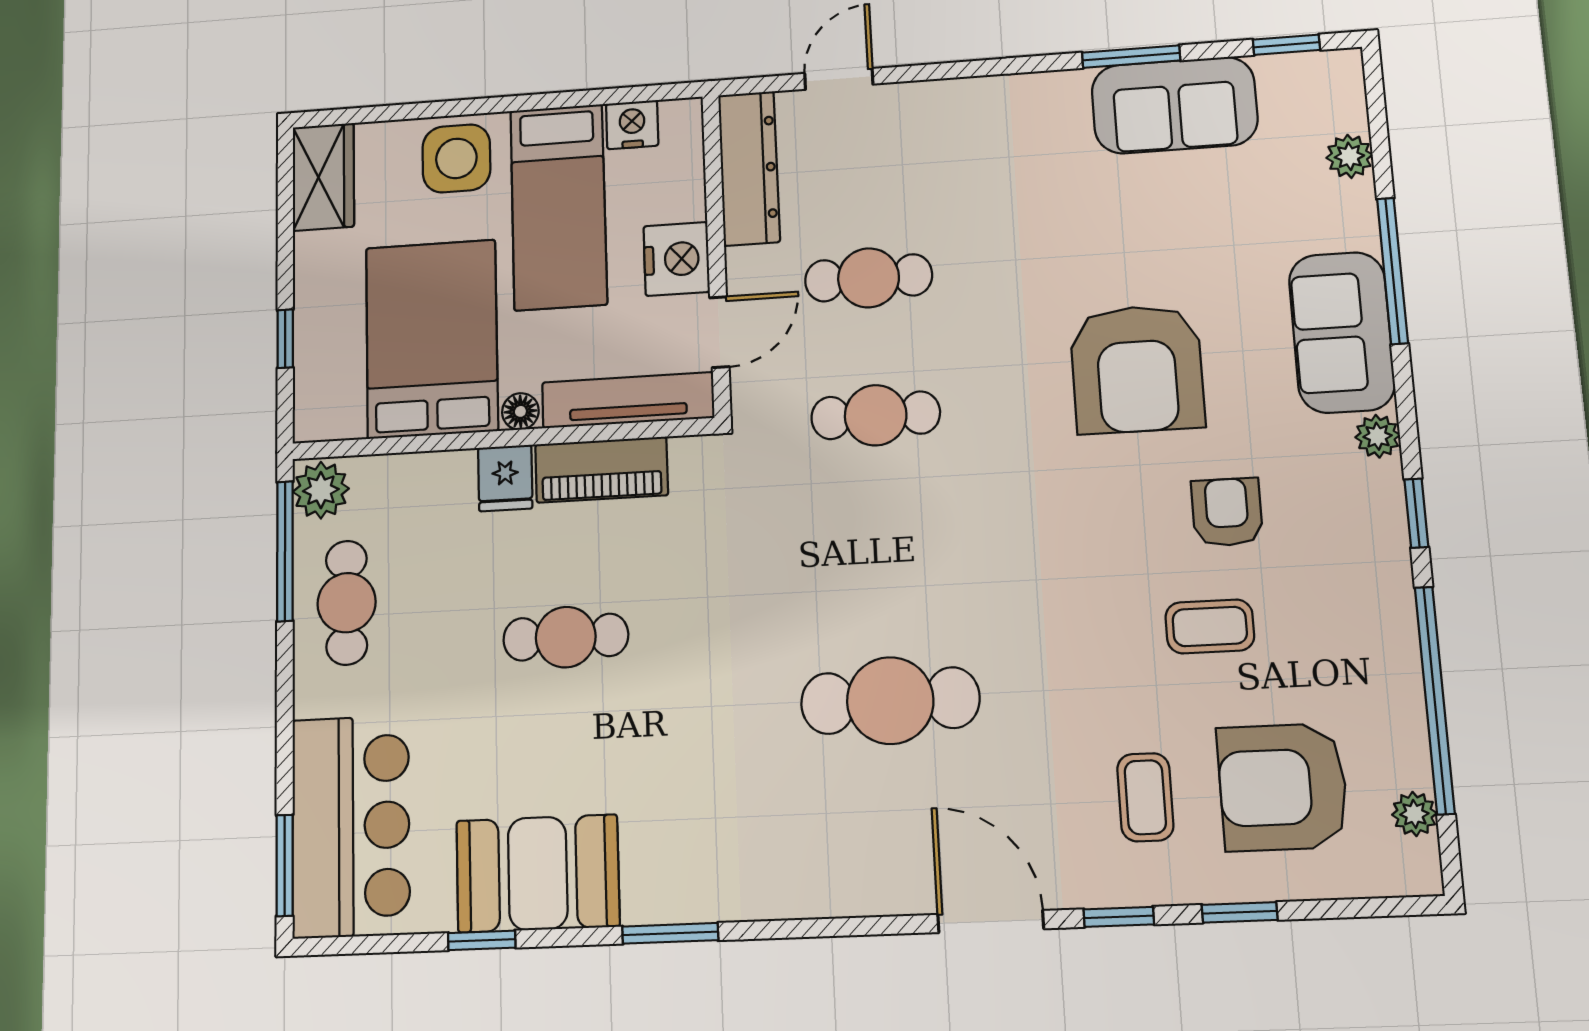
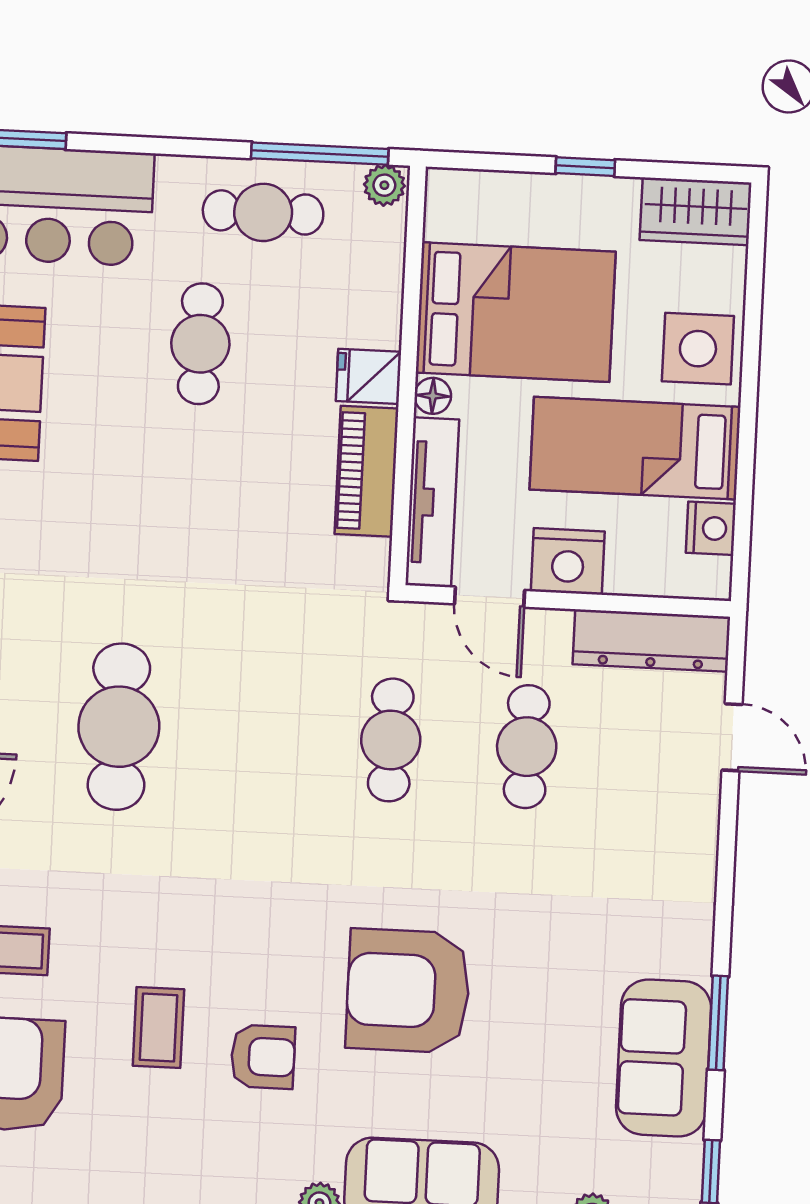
window: (285, 339) -> (585, 167), moved
plant: (321, 490) -> (384, 185), width x0.73, depth x0.73
cafe table: (566, 637) -> (200, 344), moved

